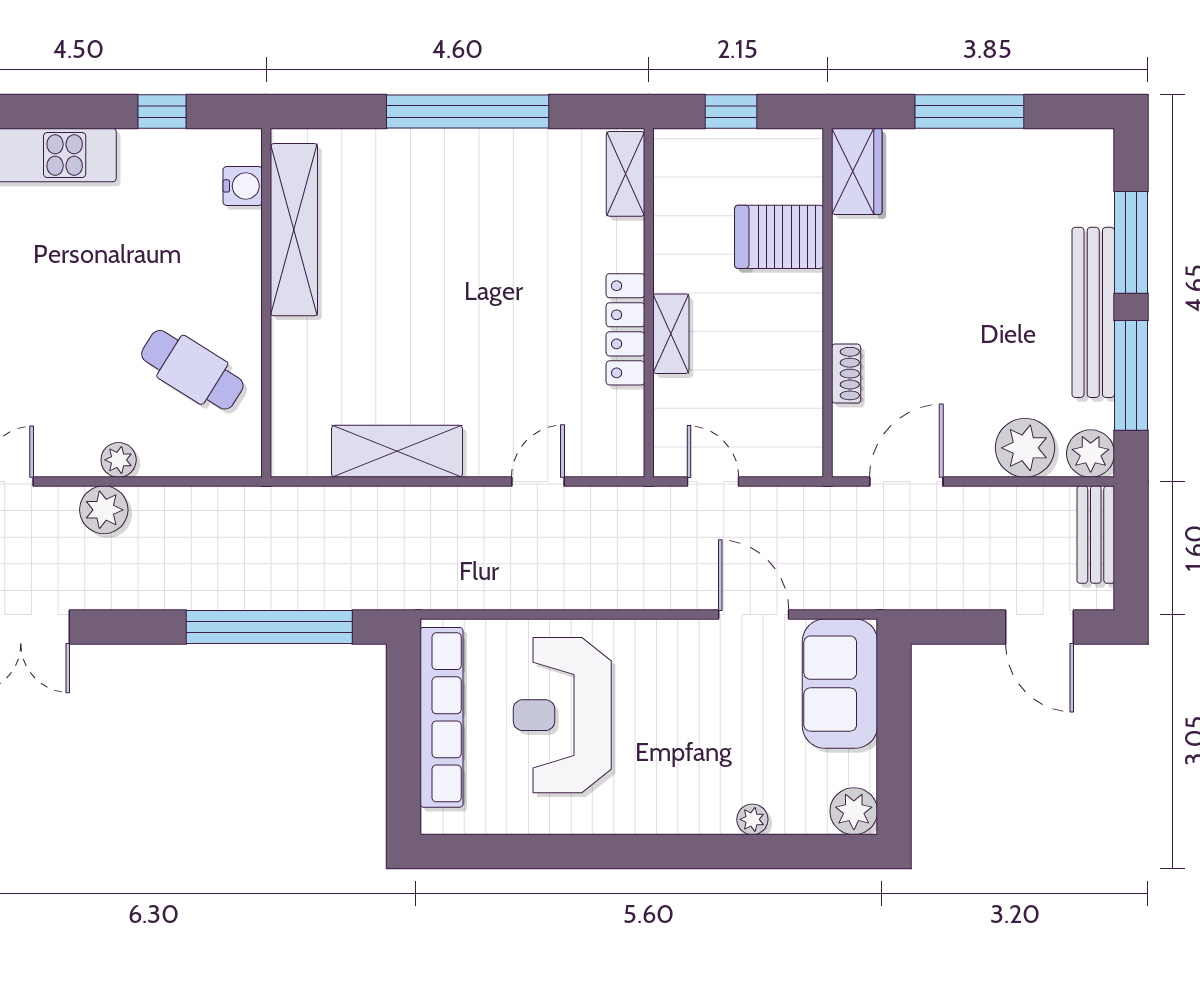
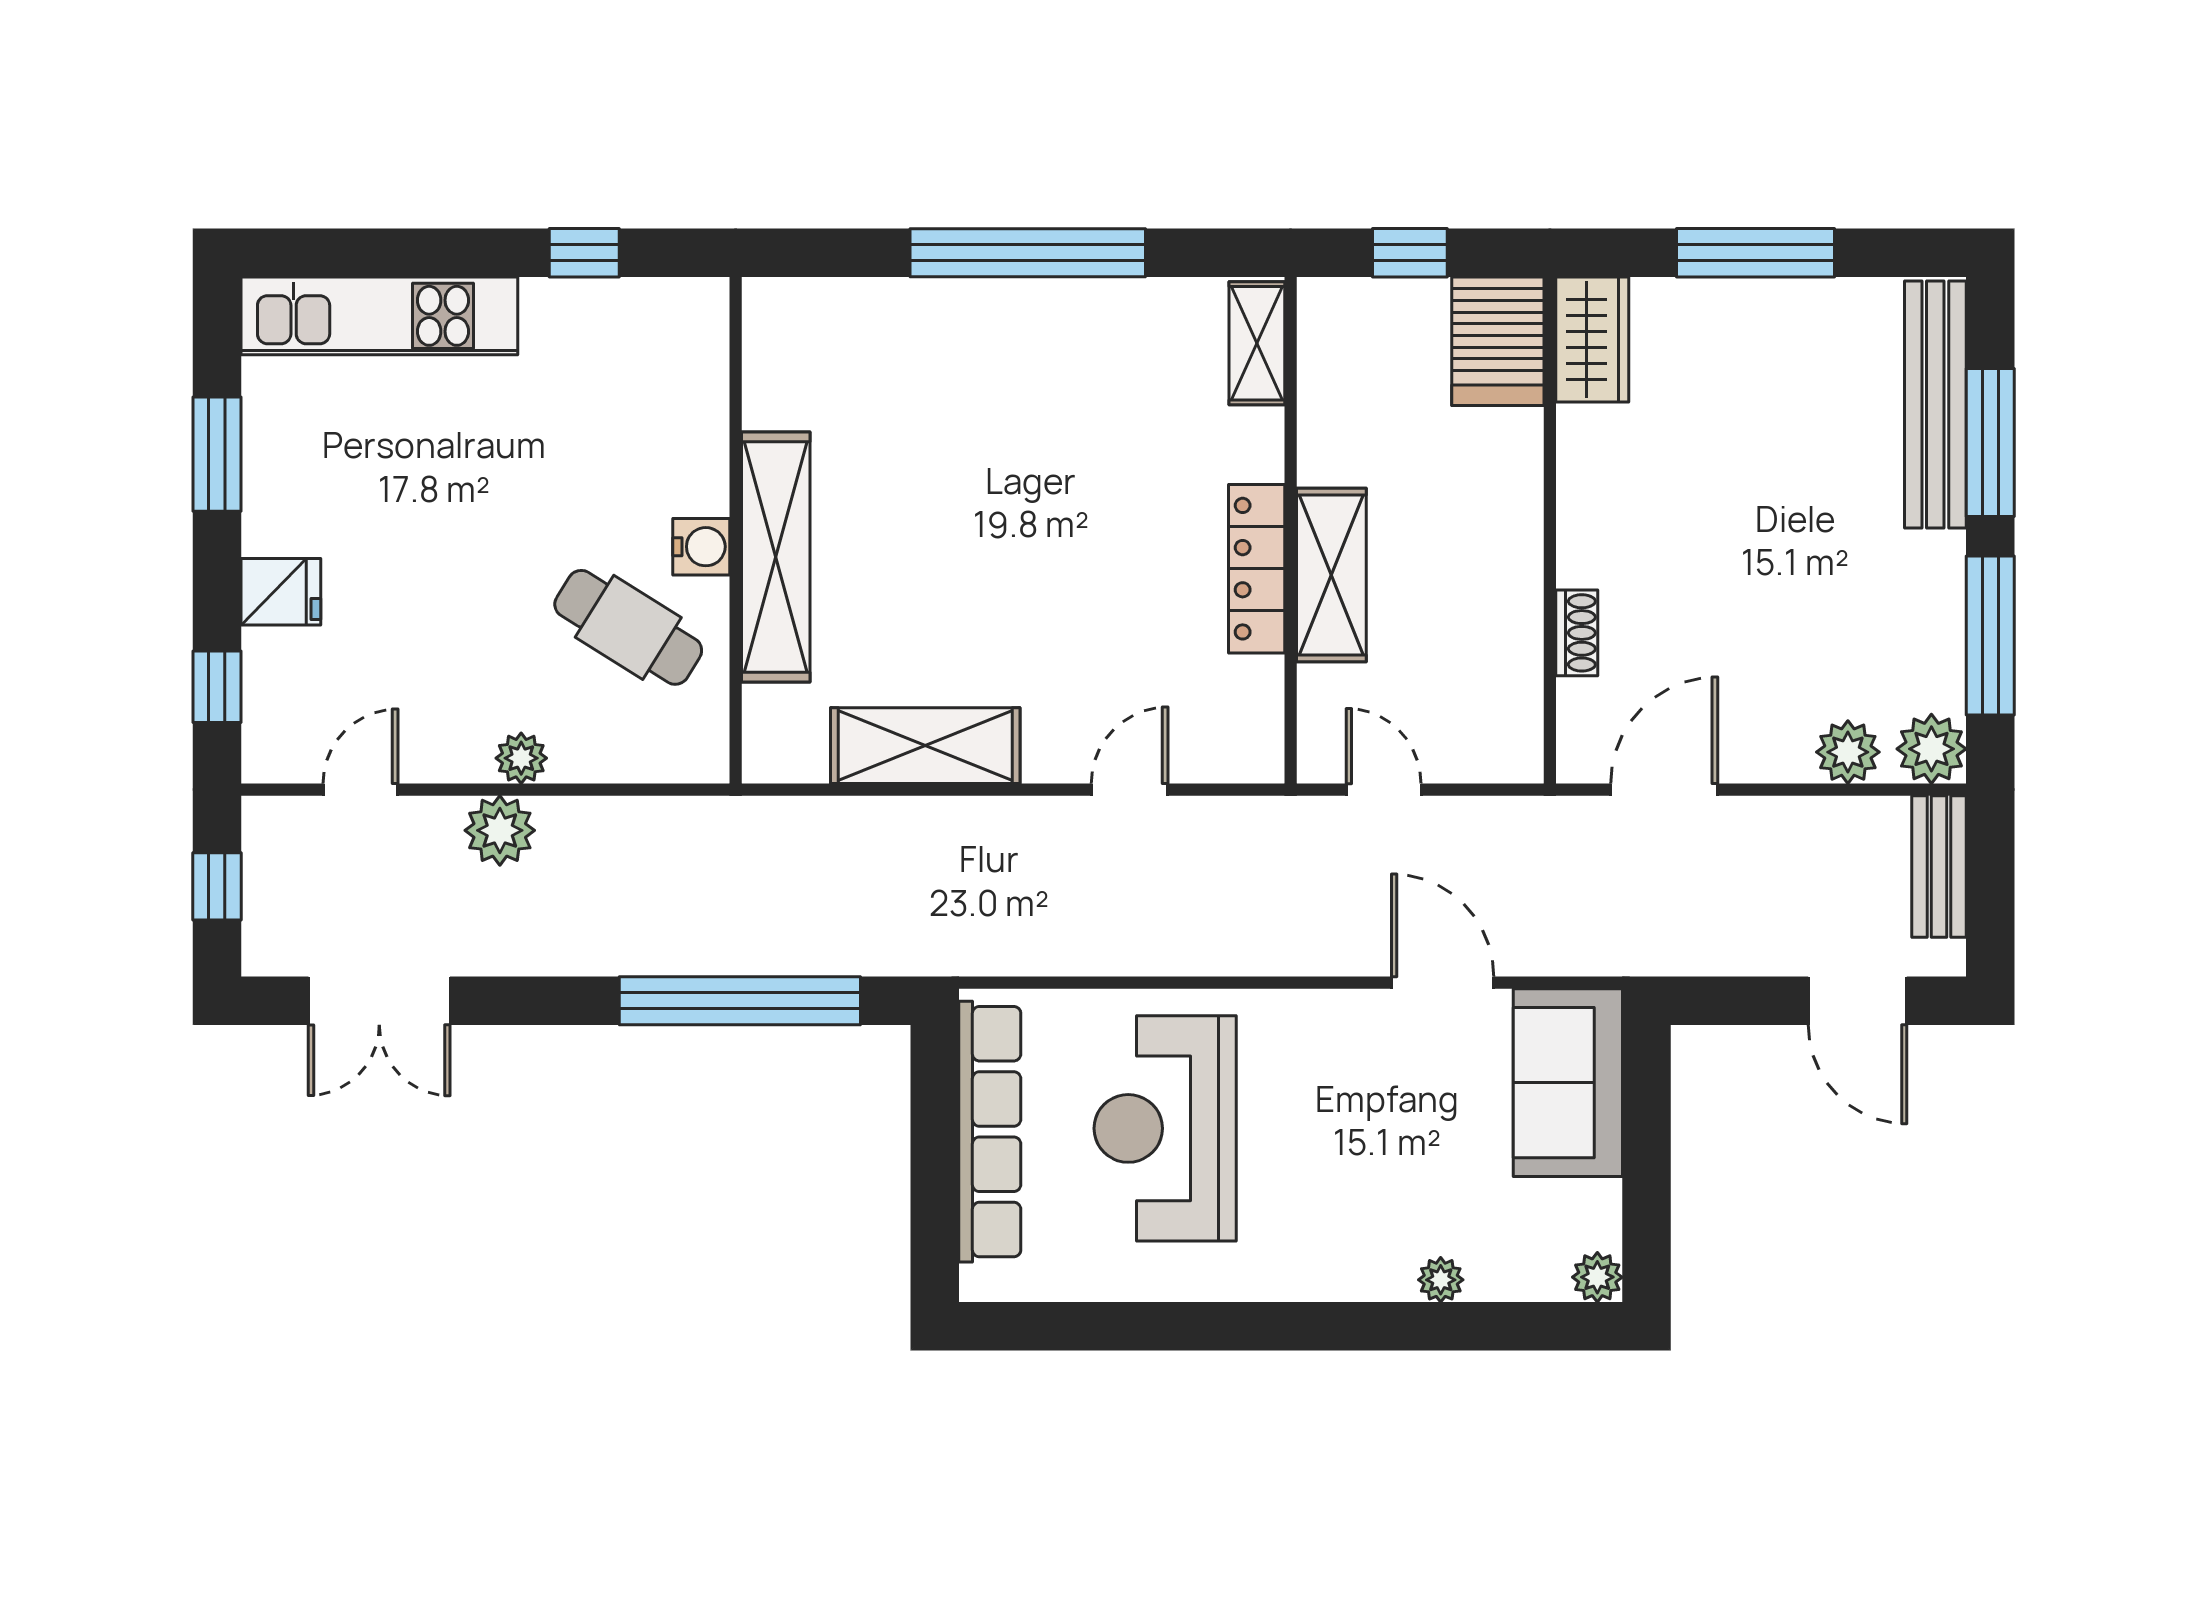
water cooler: (243, 186) -> (701, 547), moved
shelving: (294, 230) -> (776, 557), moved
server rack: (779, 237) -> (1498, 341), moved, turned -90
bench: (1093, 312) -> (1935, 405), moved
shelving: (671, 334) -> (1331, 575), width x1.50, depth x1.33
plant: (1025, 448) -> (1848, 752), width x0.73, depth x0.73
plant: (854, 811) -> (1597, 1277), width x0.73, depth x0.73

